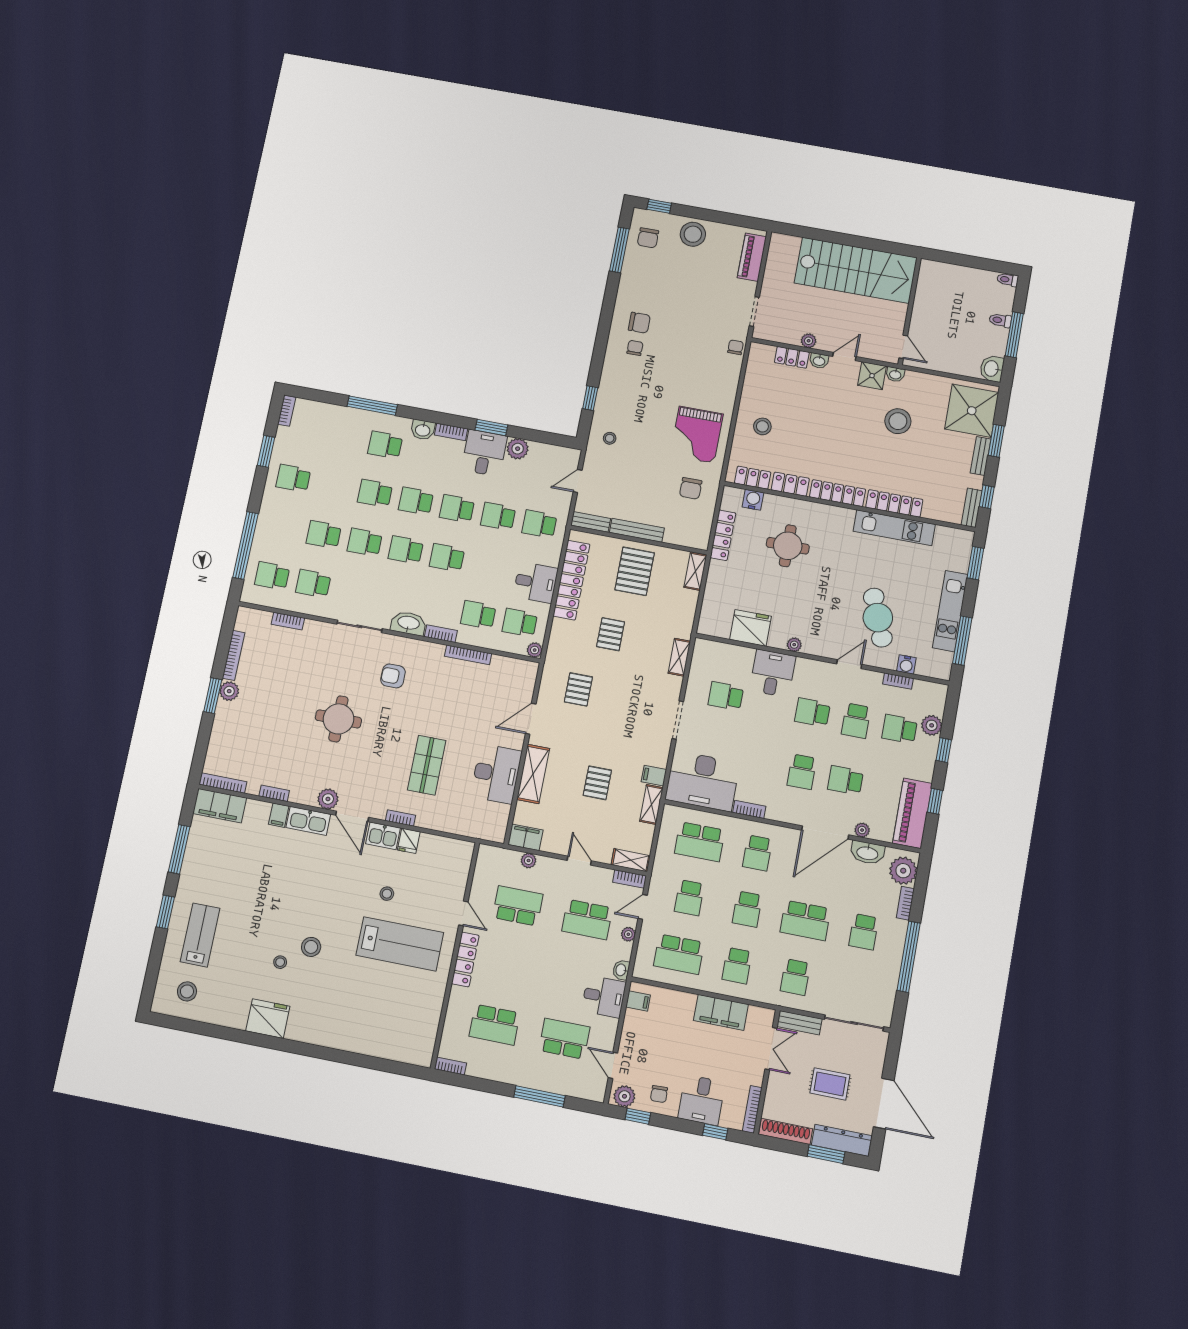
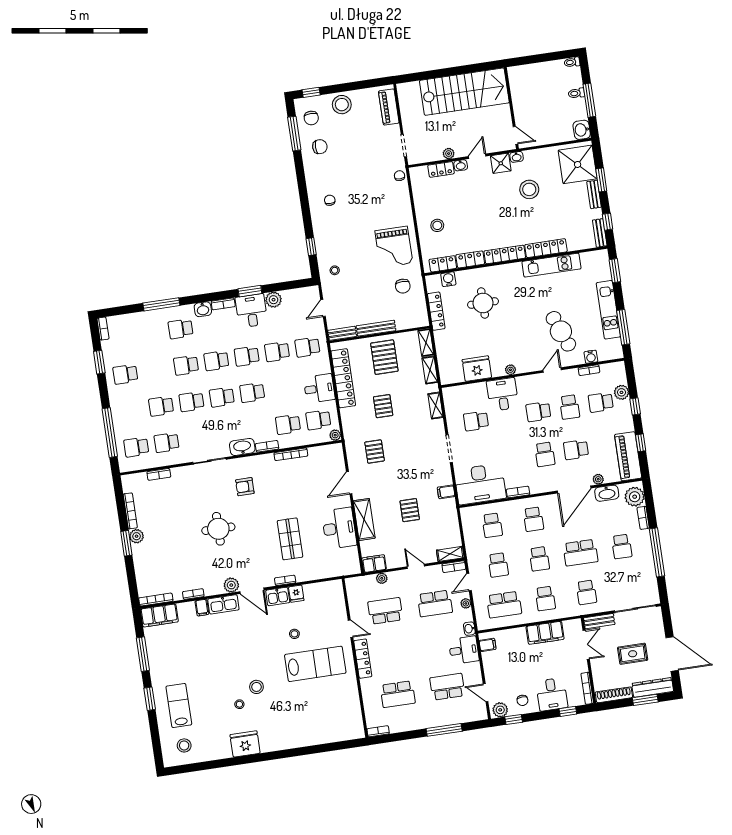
chair: (639, 323) -> (320, 147), moved
shelving: (651, 804) -> (430, 370), moved
school desk: (700, 842) -> (492, 525), width x0.54

